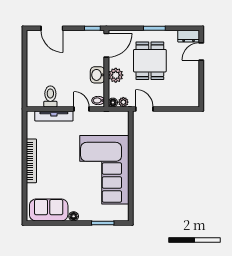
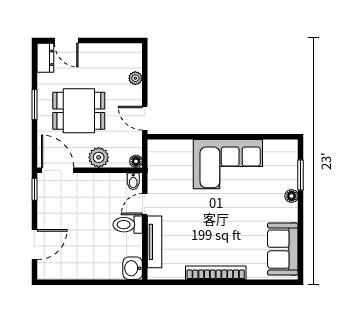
washbasin: (97, 75) -> (133, 268), moved, turned 90
toilet: (50, 96) -> (128, 225), moved
plant: (123, 102) -> (135, 78), moved
door: (144, 109) -> (145, 118), hinge flipped
corner sofa: (104, 170) -> (228, 164), width x0.73, depth x0.74
floor lamp: (74, 216) -> (291, 196), moved

